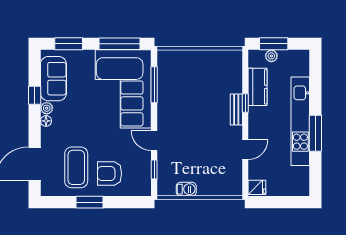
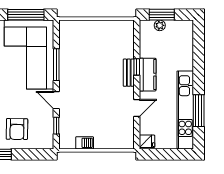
window: (154, 85) -> (56, 65), moved
kitchen counter: (258, 87) -> (148, 75), moved
kitchen unit: (300, 121) -> (185, 110), moved
window: (315, 133) -> (199, 111), moved
armchair: (110, 173) -> (17, 129), turned -89

